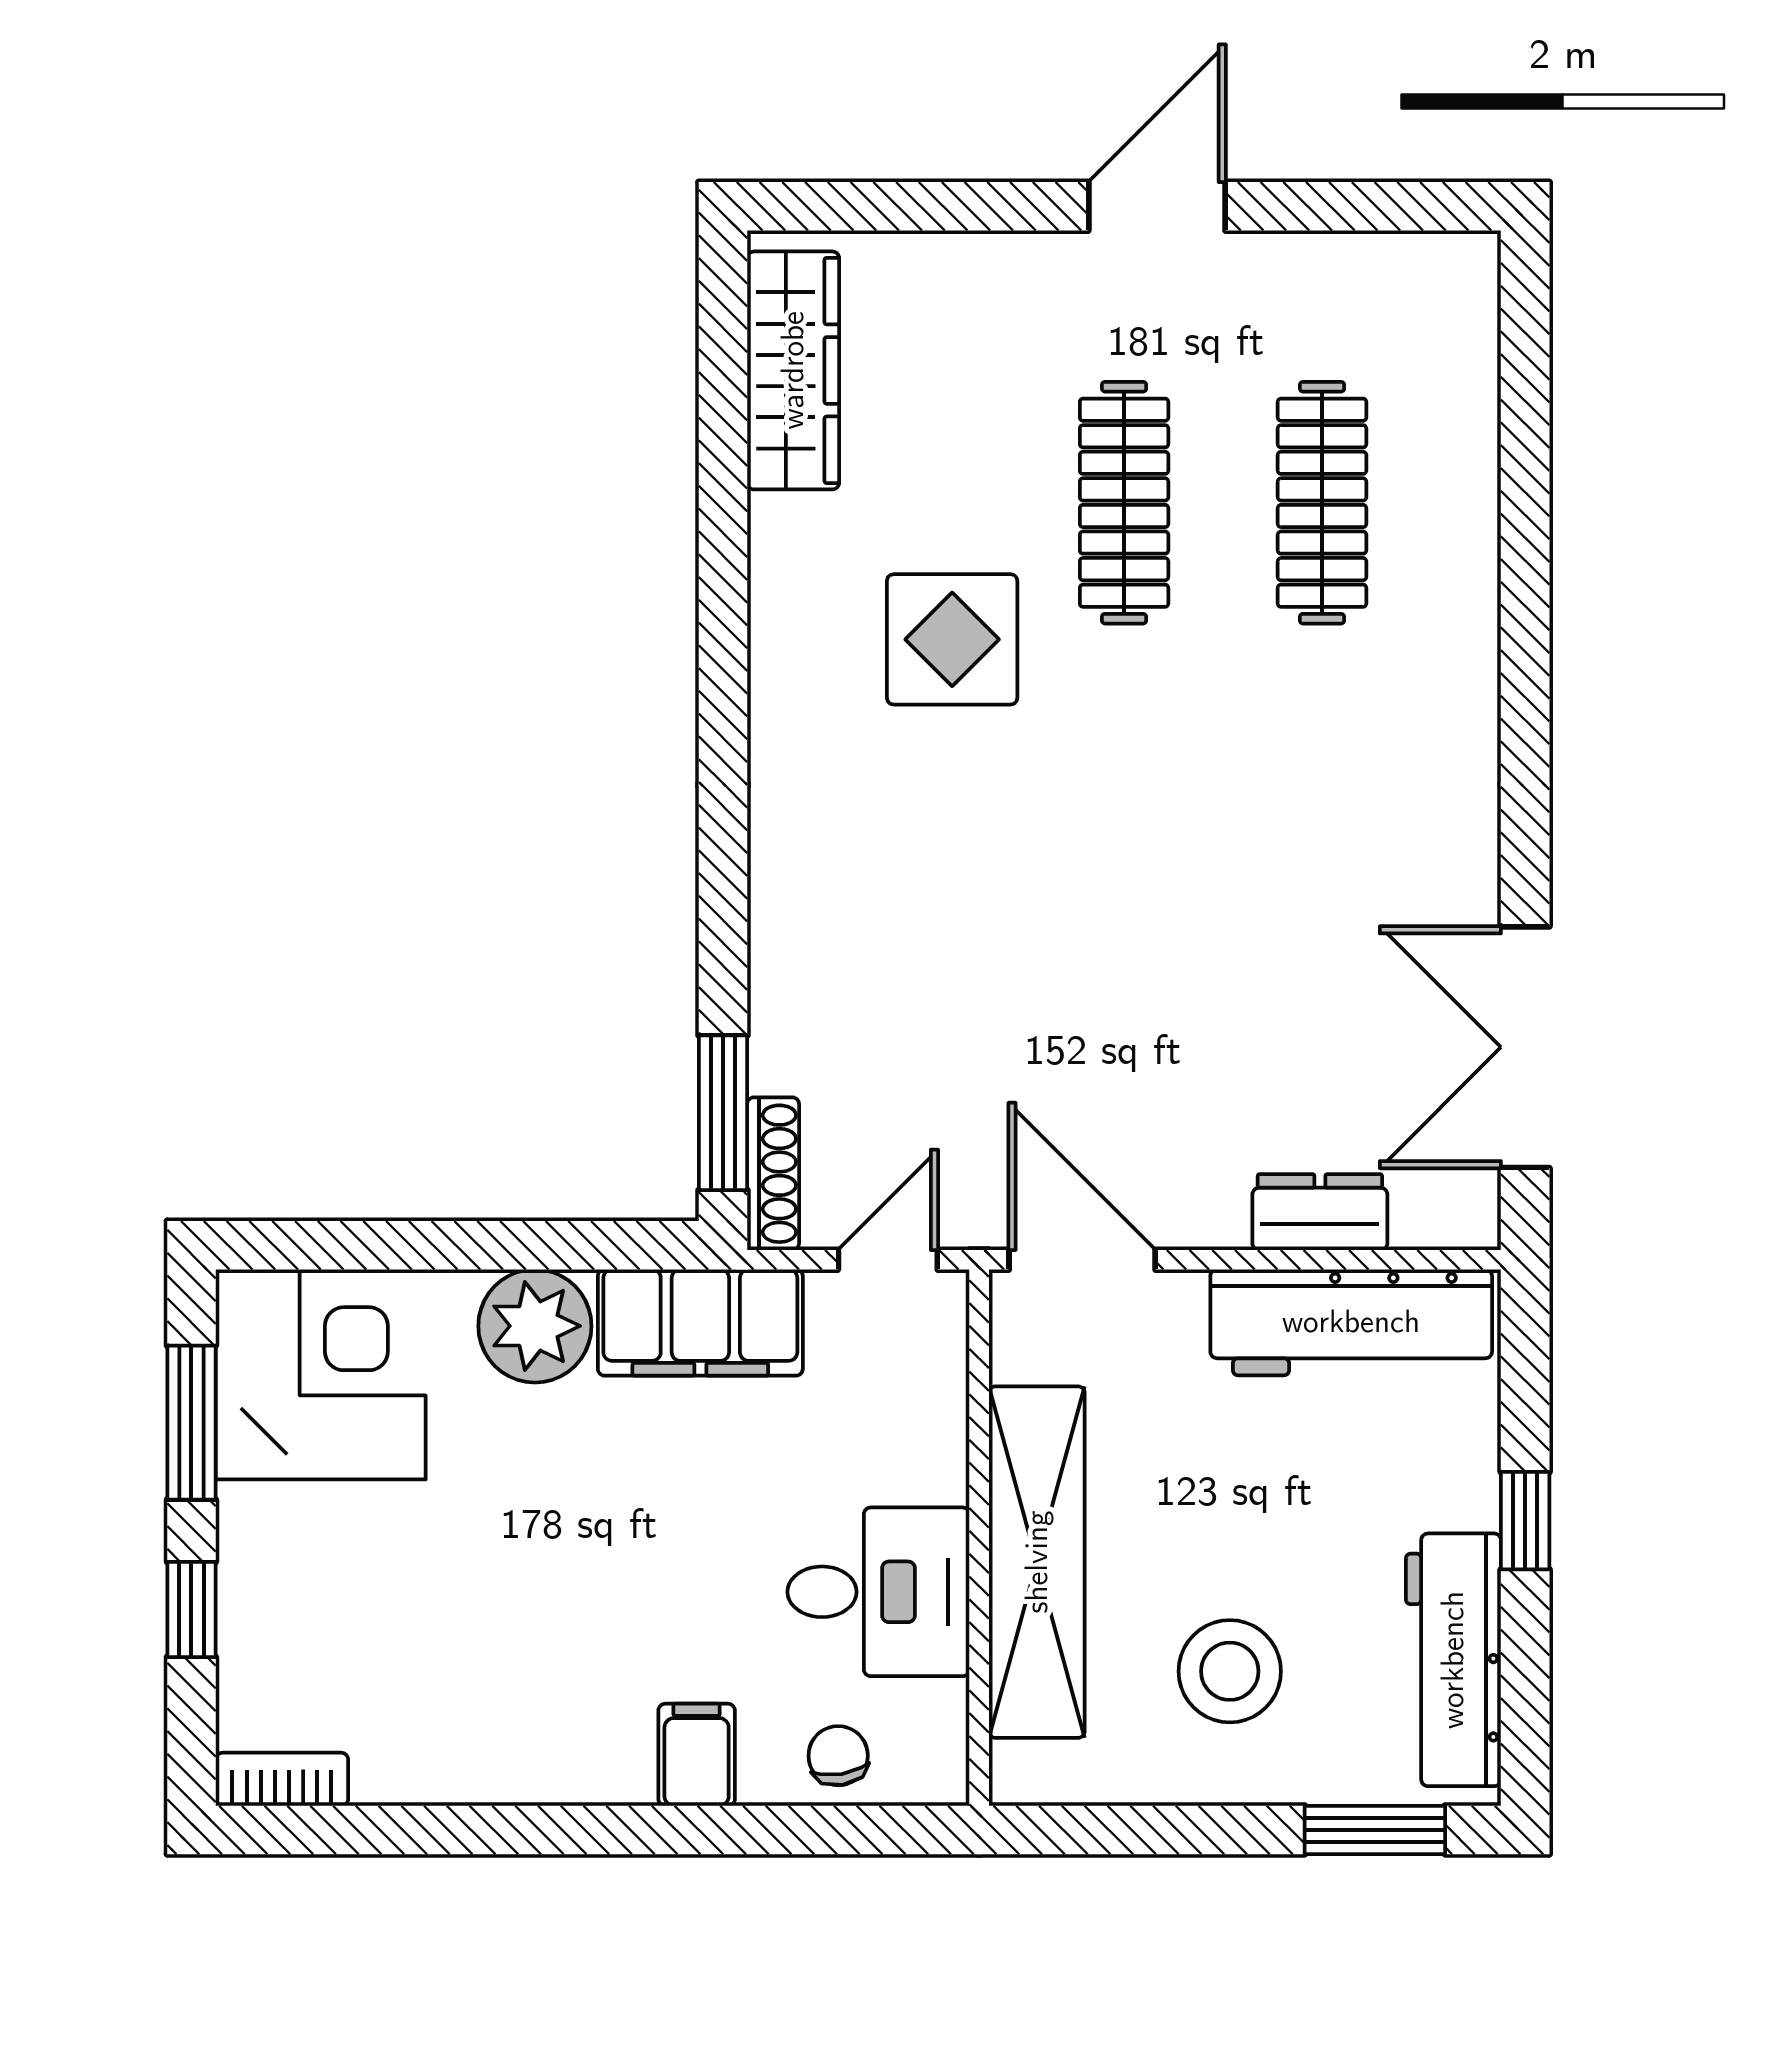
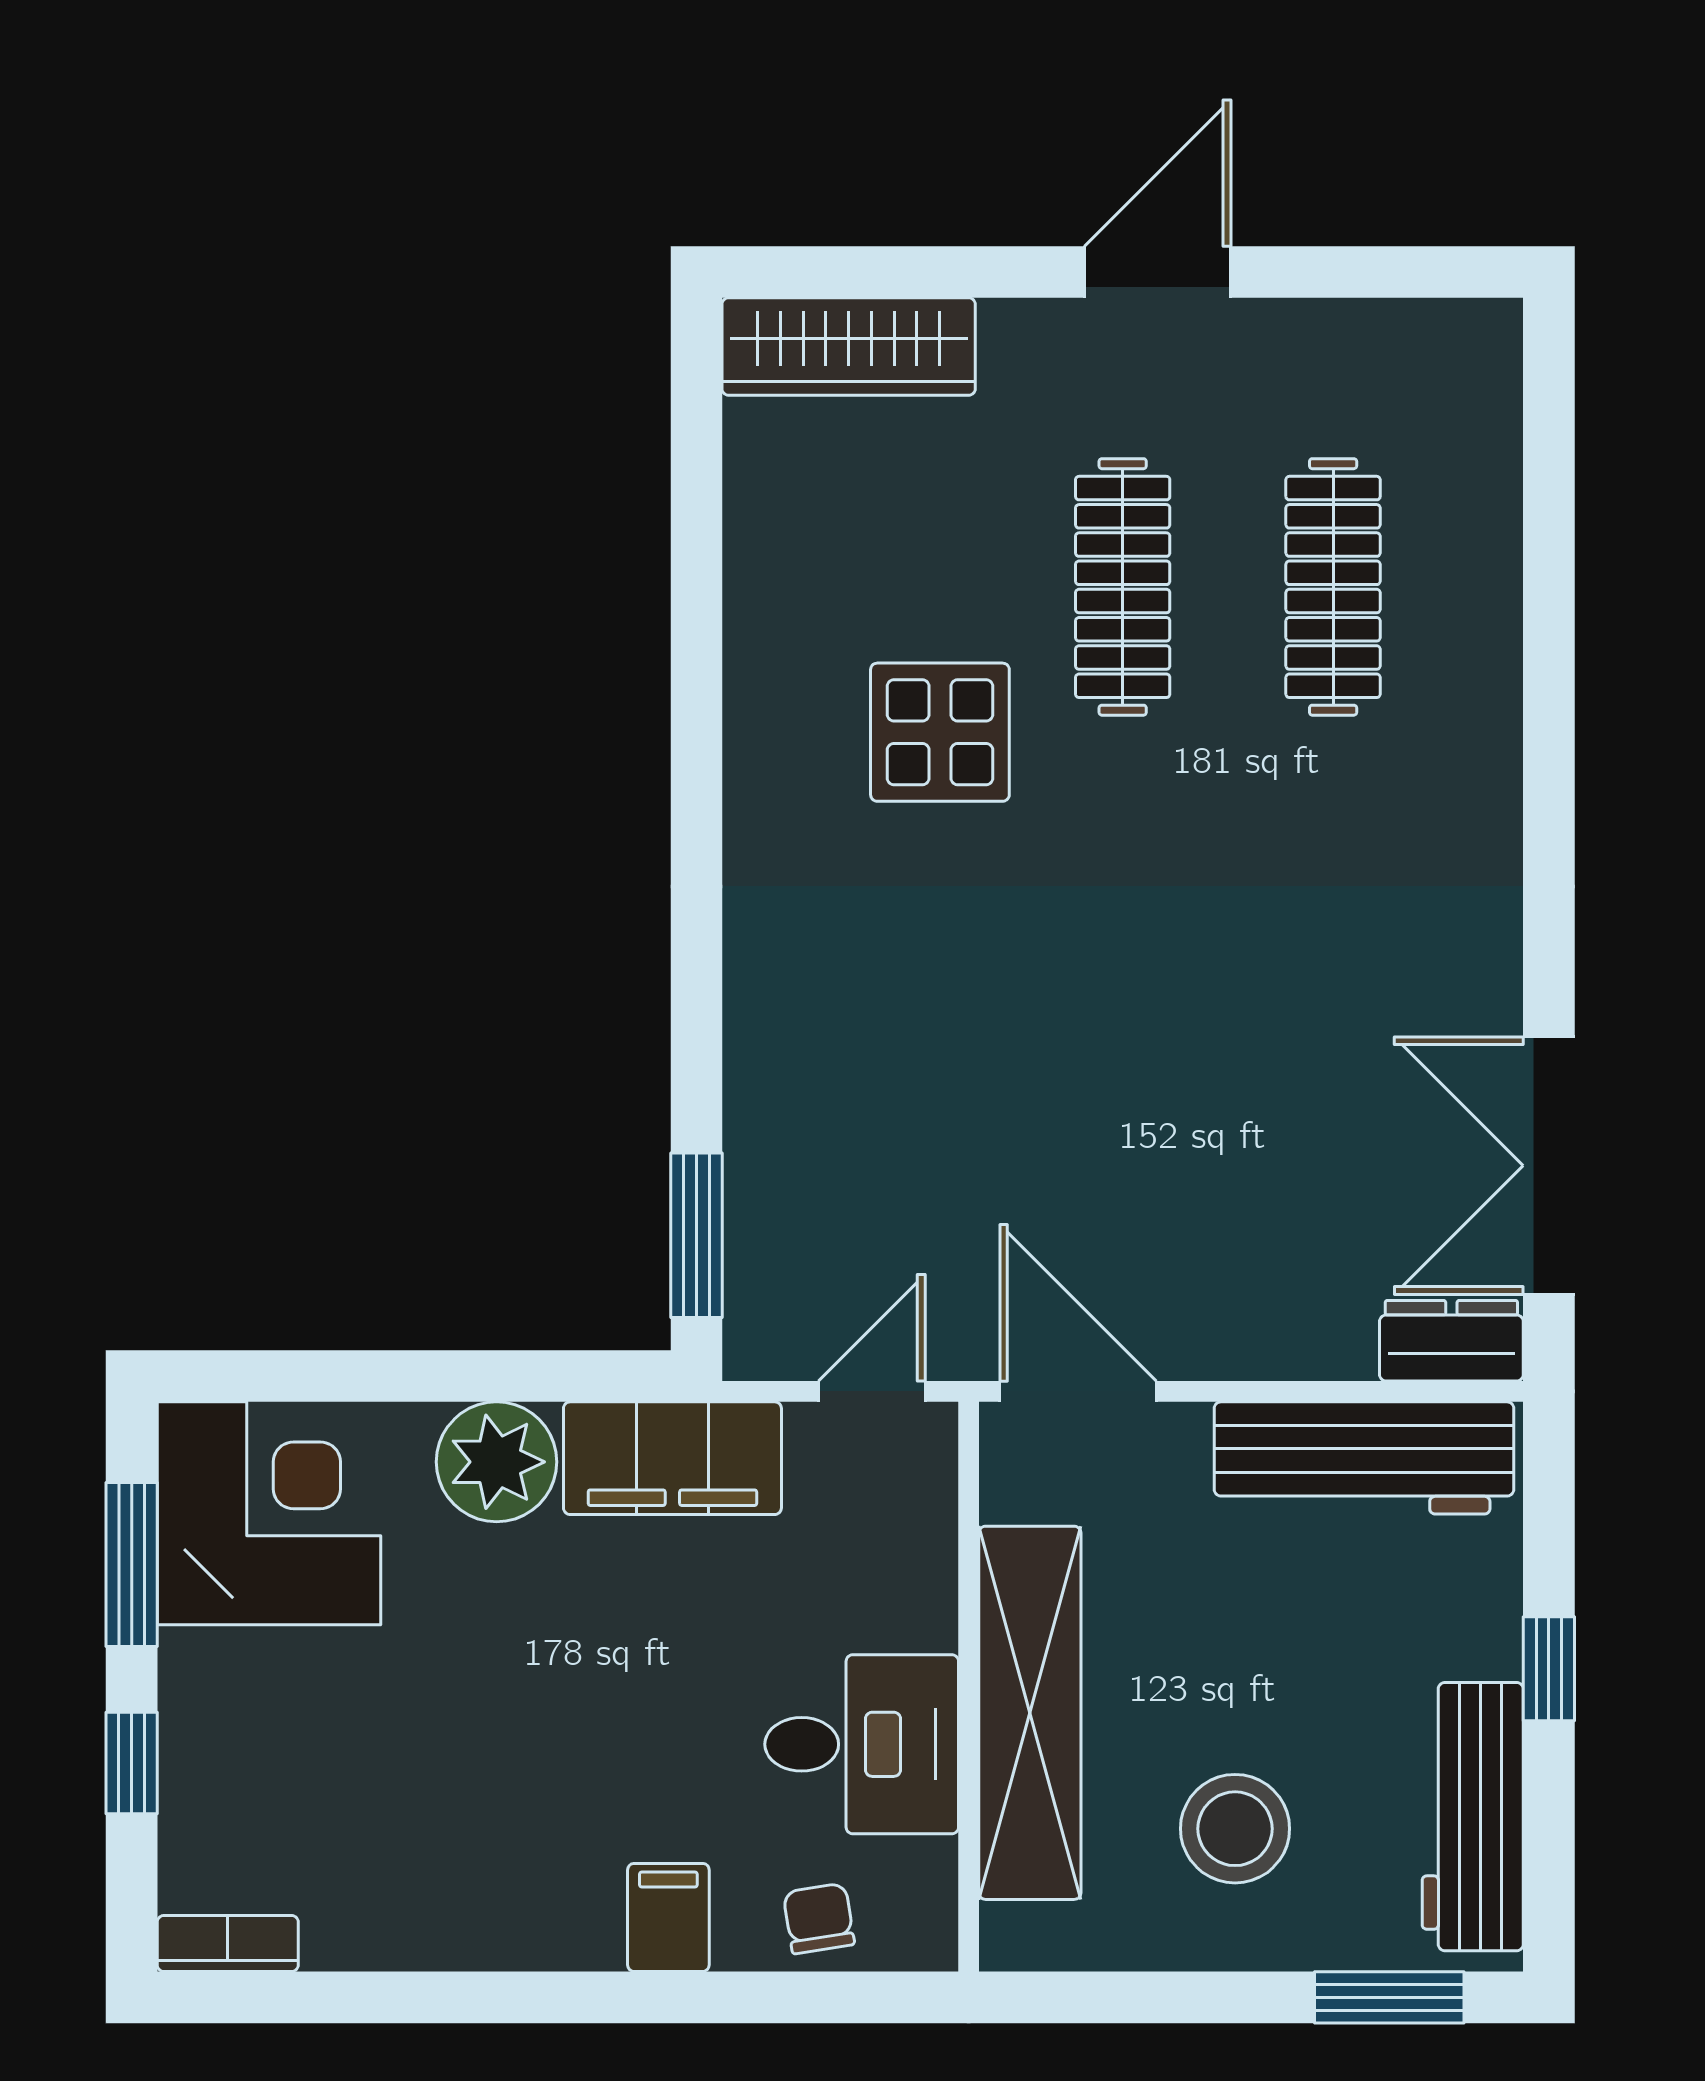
wardrobe: (793, 370) -> (849, 347), moved, turned 90
shoe rack: (773, 1174) -> (750, 1300), removed
dresser: (1320, 1212) -> (1451, 1341), moved

